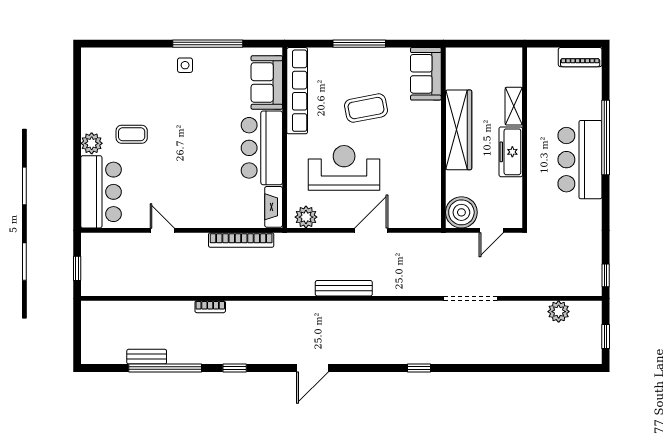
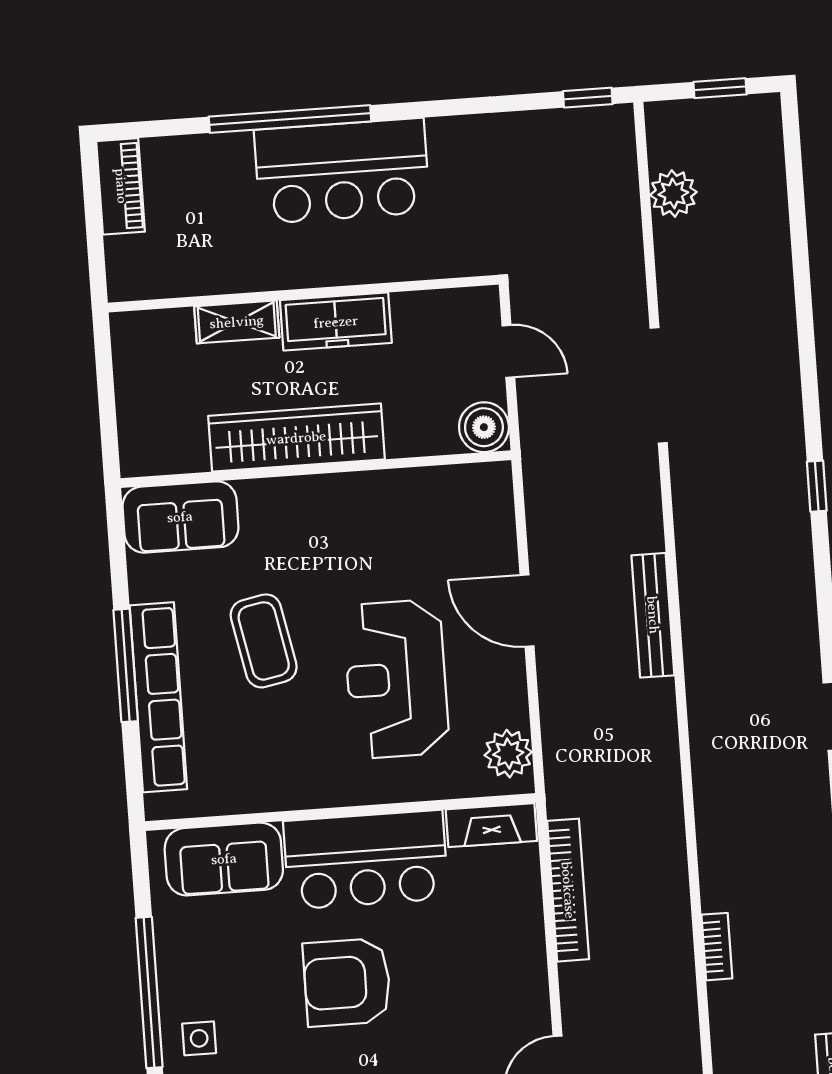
row of seats: (297, 91) -> (158, 697), moved, turned 90
armchair: (206, 135) -> (347, 982), added
boiler: (461, 212) -> (484, 427), width x0.73, depth x0.73
bench: (344, 288) -> (653, 615), moved

